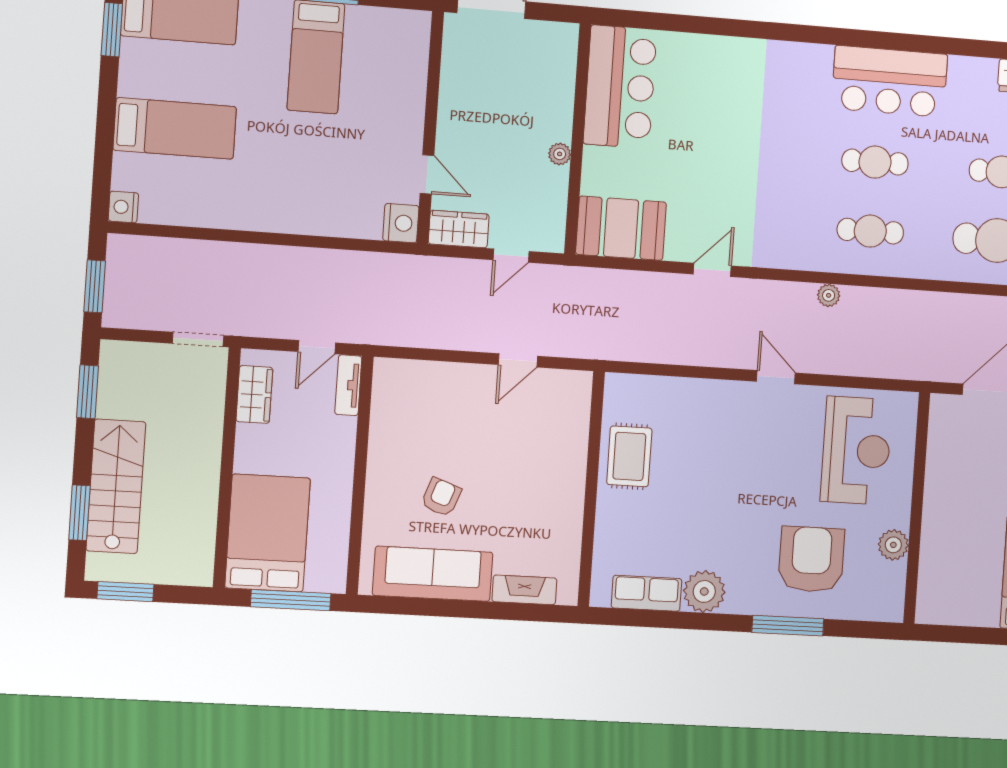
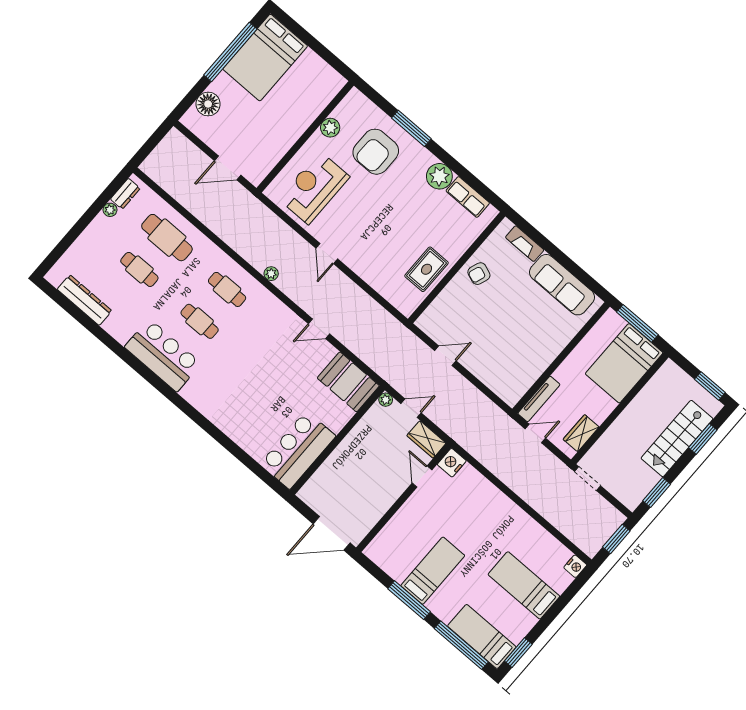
plant: (560, 154) -> (386, 400), moved
tv unit: (348, 385) -> (539, 399), width x1.41
armchair: (441, 497) -> (479, 274), moved

